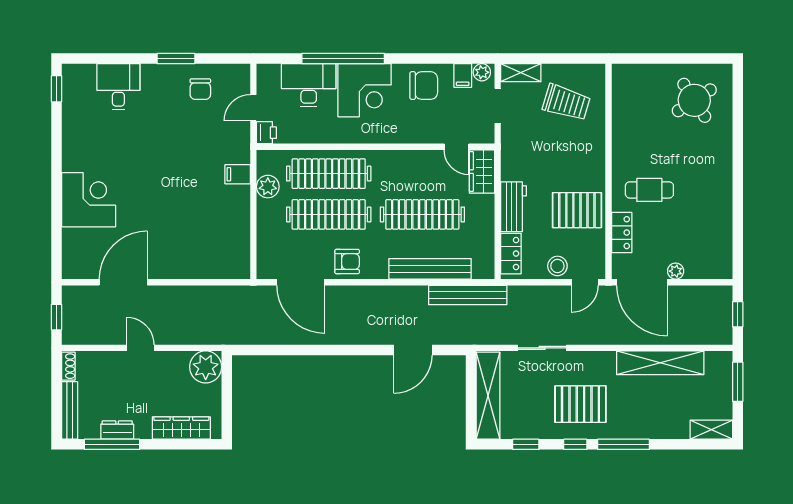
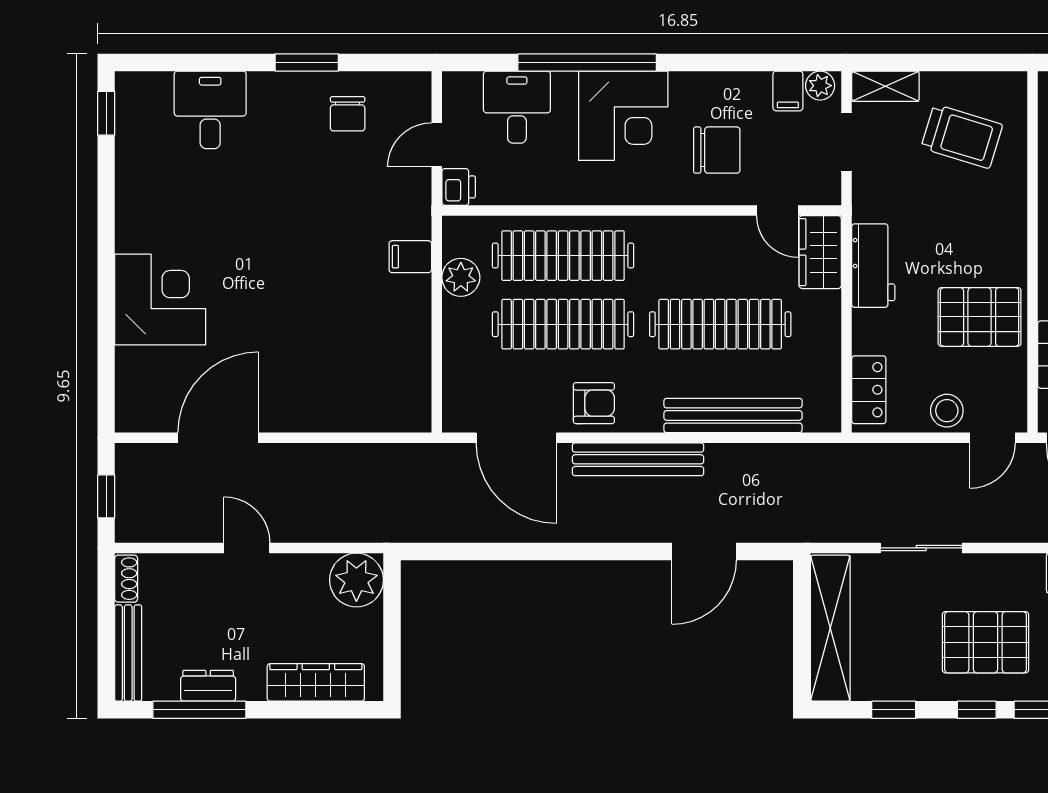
desk: (309, 85) -> (517, 107), width x0.73
chair: (424, 86) -> (717, 150), moved
workbench: (514, 207) -> (873, 266), moved
bench: (468, 295) -> (638, 459), moved

